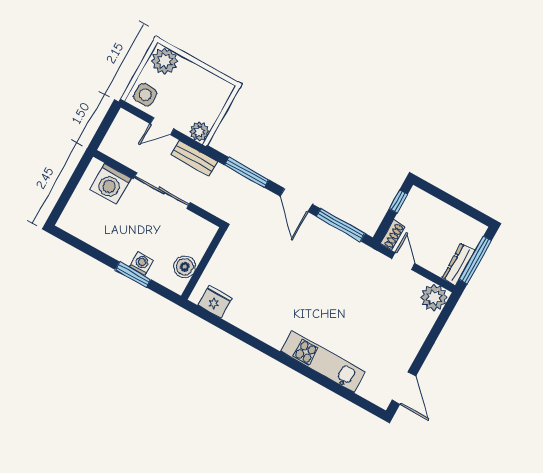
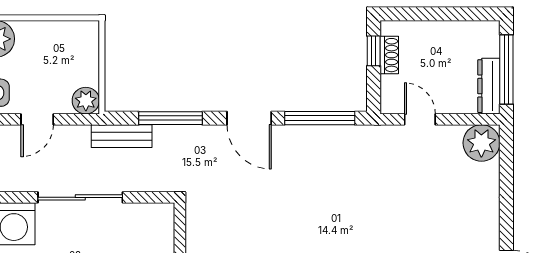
bench: (194, 158) -> (122, 136), moved
shoe rack: (393, 235) -> (389, 55), moved

